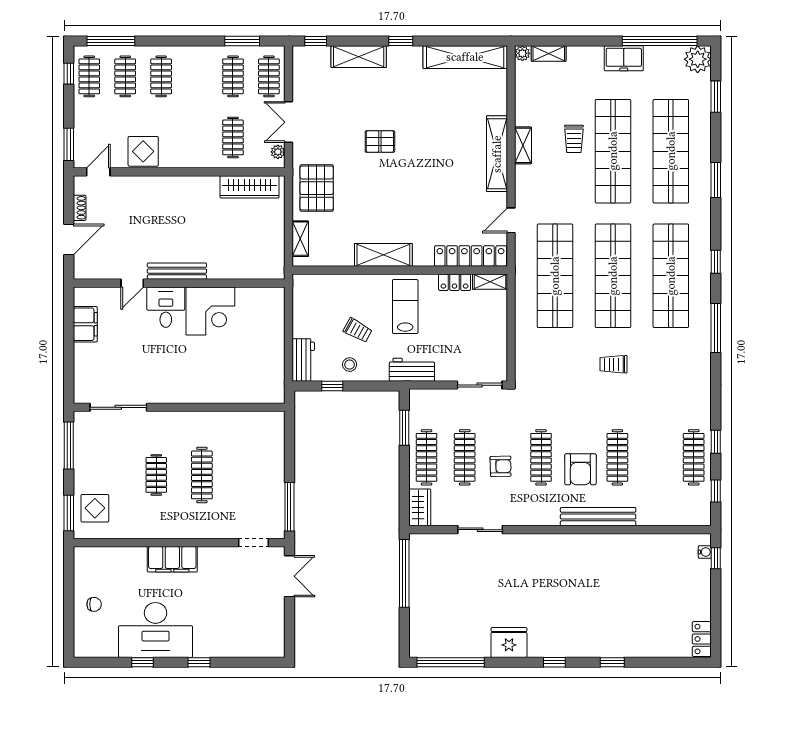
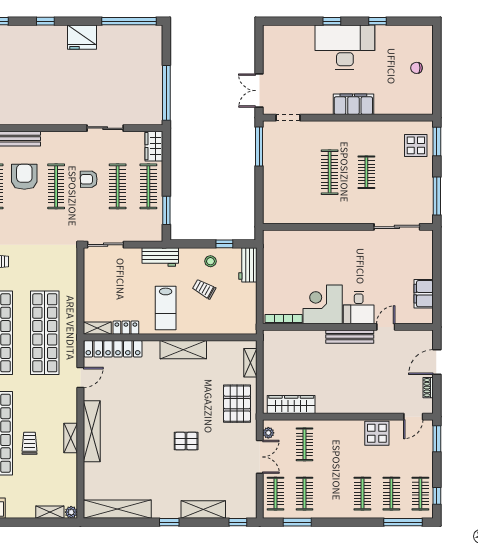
bookcase: (259, 293) -> (284, 319), added
desk: (155, 630) -> (345, 47), moved

